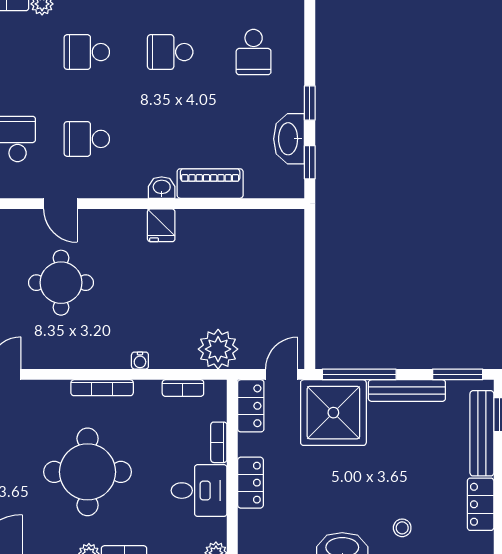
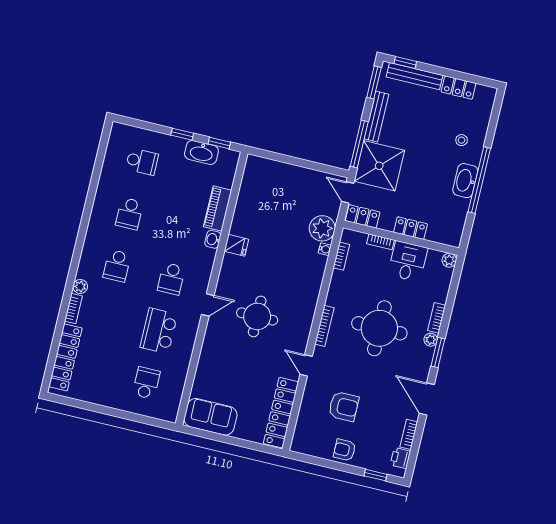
water cooler: (140, 361) -> (325, 249), moved
bookcase: (102, 388) -> (324, 326), moved

